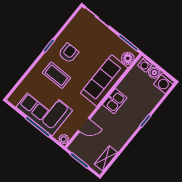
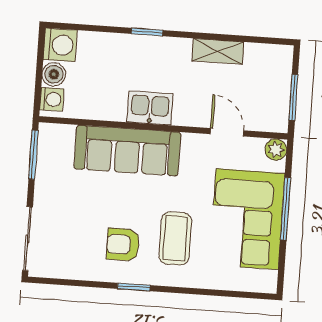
floor lamp: (128, 58) -> (61, 137), removed
shelving: (106, 158) -> (218, 51), moved

